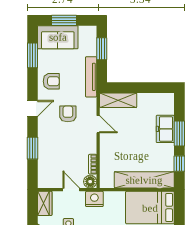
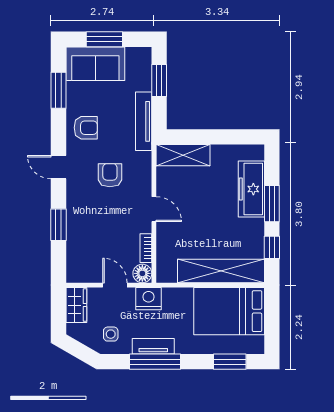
door: (32, 108) -> (58, 167), swing flipped
door: (98, 124) -> (154, 209), moved
freezer: (165, 129) -> (251, 189), width x1.40

